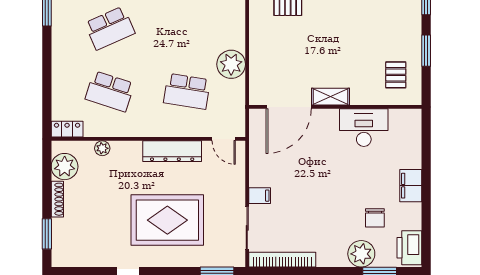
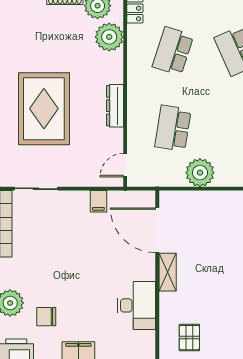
pallet: (396, 75) -> (189, 338), turned 90
plant: (102, 148) -> (109, 37), width x1.87, depth x1.87
dresser: (172, 151) -> (115, 106), width x0.73, depth x0.80
filing cabinet: (260, 196) -> (98, 201), moved

